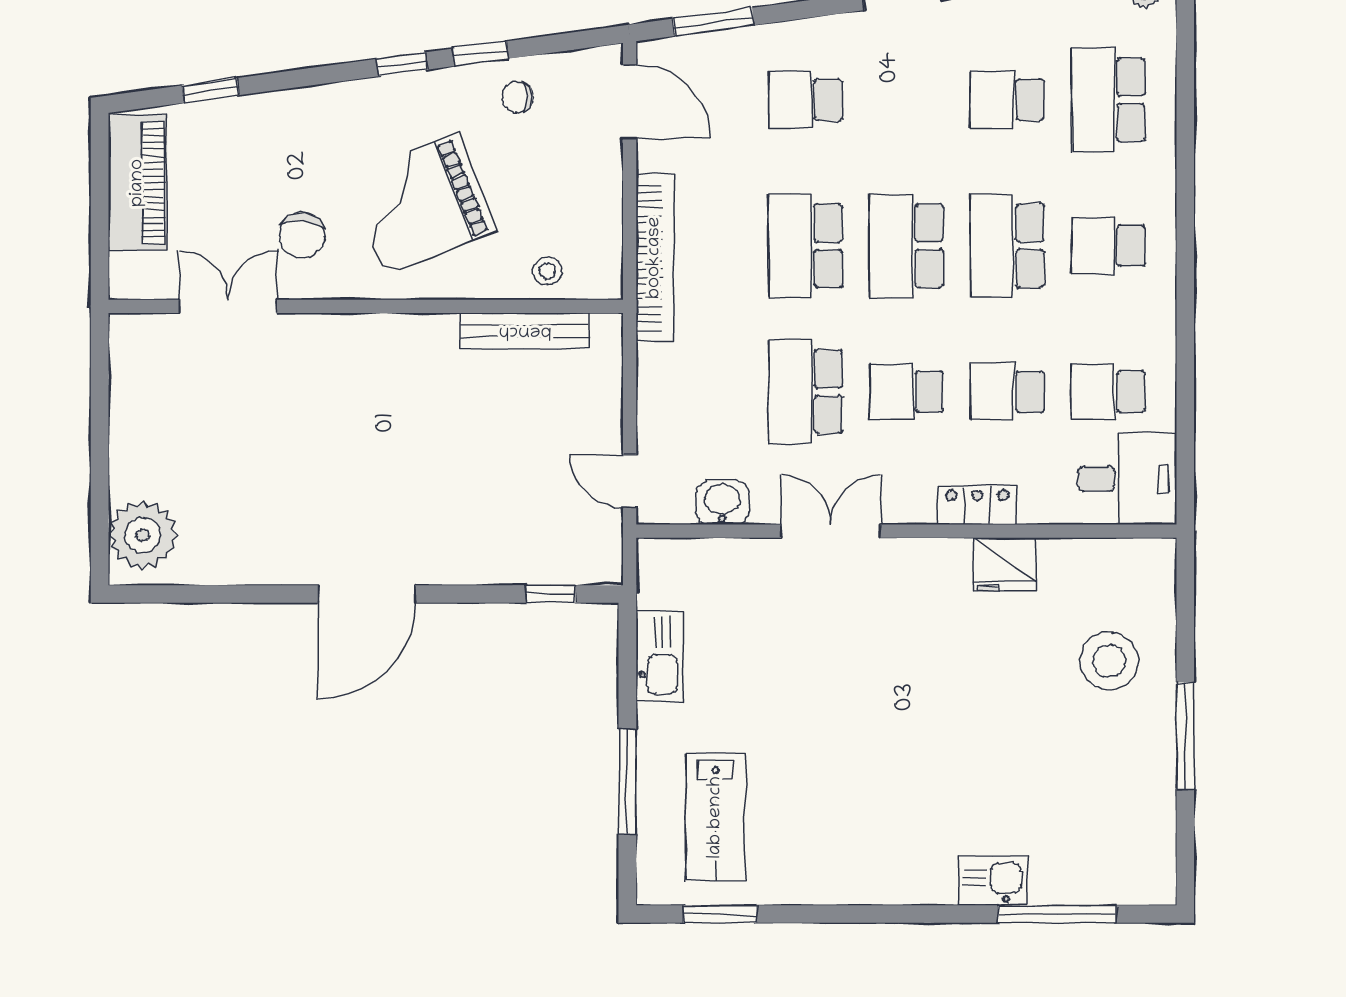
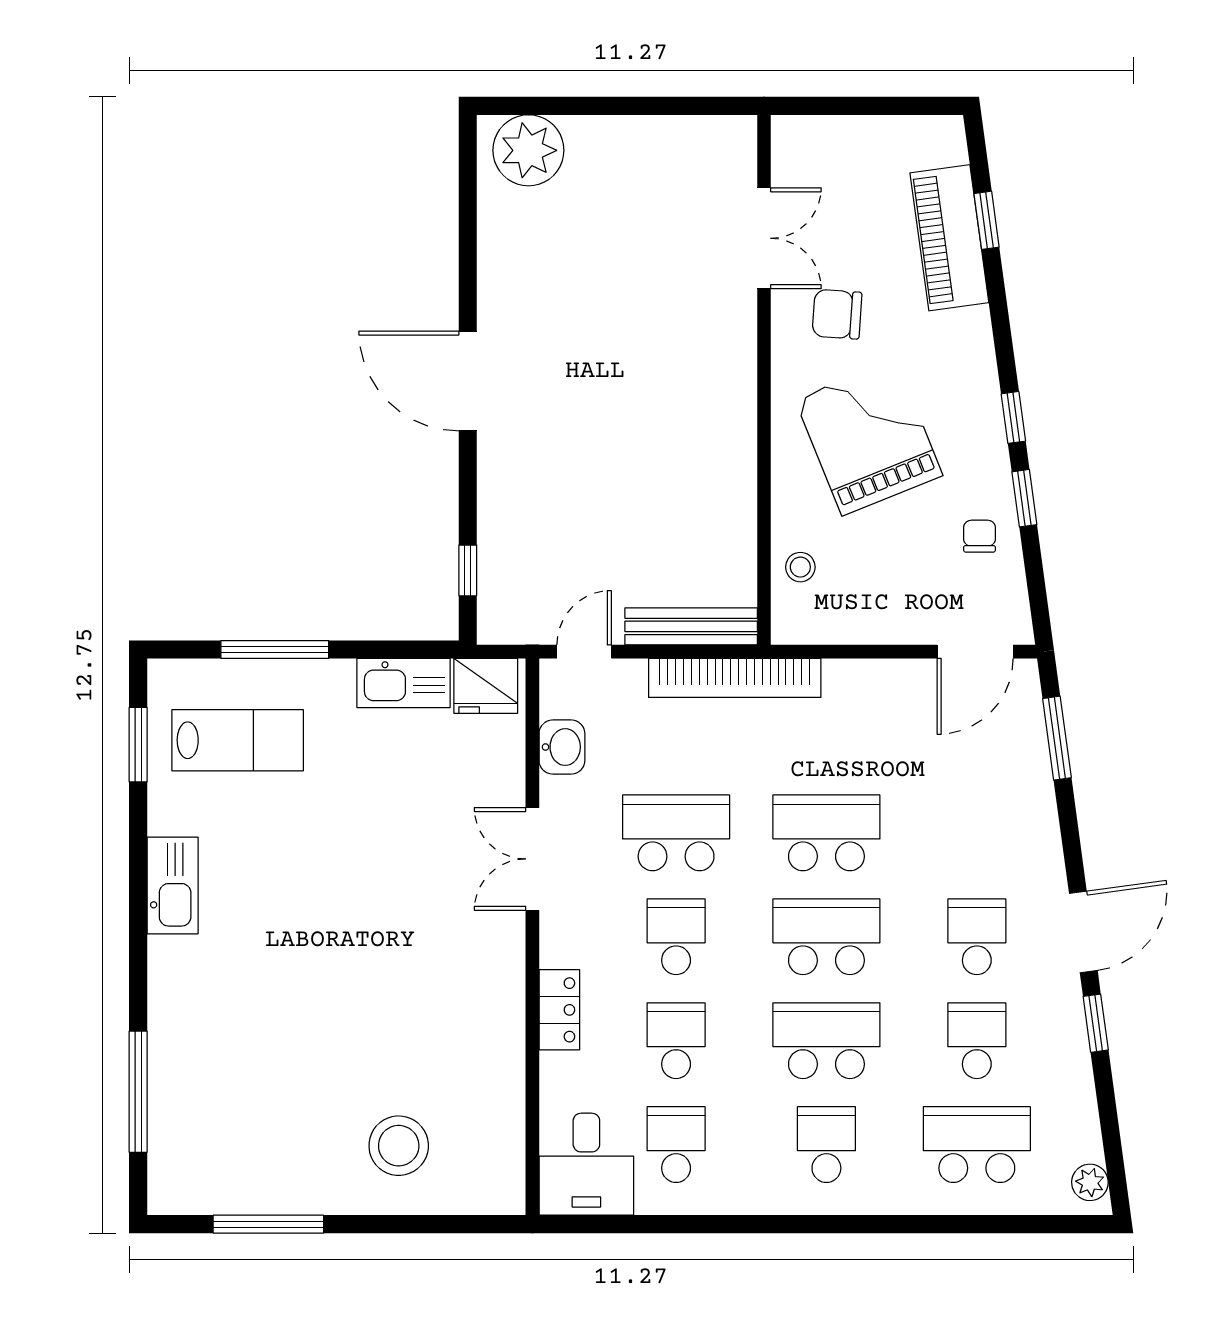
school desk: (805, 100) -> (977, 937), moved
piano: (138, 183) -> (949, 238), moved, turned 82
bookcase: (655, 258) -> (735, 678), moved
bench: (525, 331) -> (691, 626), moved, turned 90
double door: (831, 531) -> (532, 859), swing flipped
fridge: (1005, 564) -> (486, 686), moved, turned -90
window: (1185, 736) -> (268, 1224), moved
lab bench: (716, 817) -> (238, 740), turned 180
kitchen sink: (992, 881) -> (173, 885), moved, width x1.38

